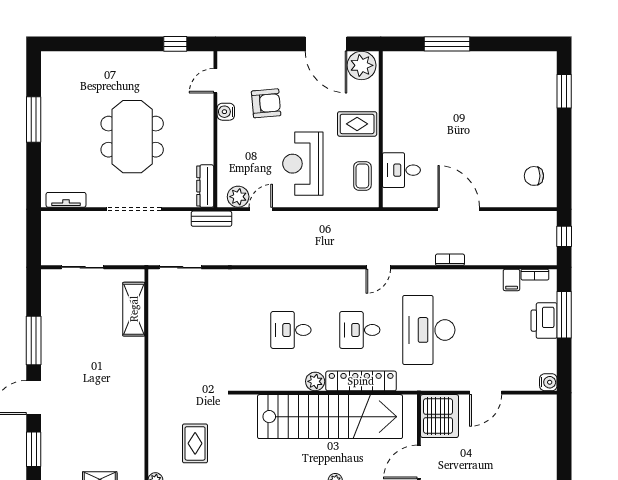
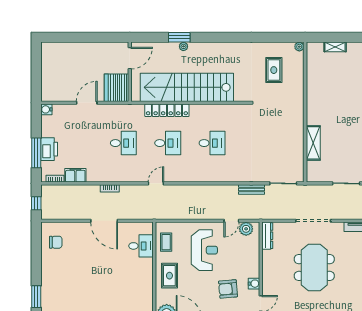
rug: (357, 124) -> (169, 276), turned 90
bench: (211, 219) -> (251, 190), moved
filing cabinet: (512, 280) -> (75, 175), width x2.00
shelving: (134, 309) -> (313, 143), moved
desk: (429, 330) -> (123, 143), width x0.53, depth x0.77
plant: (315, 381) -> (197, 110), removed

